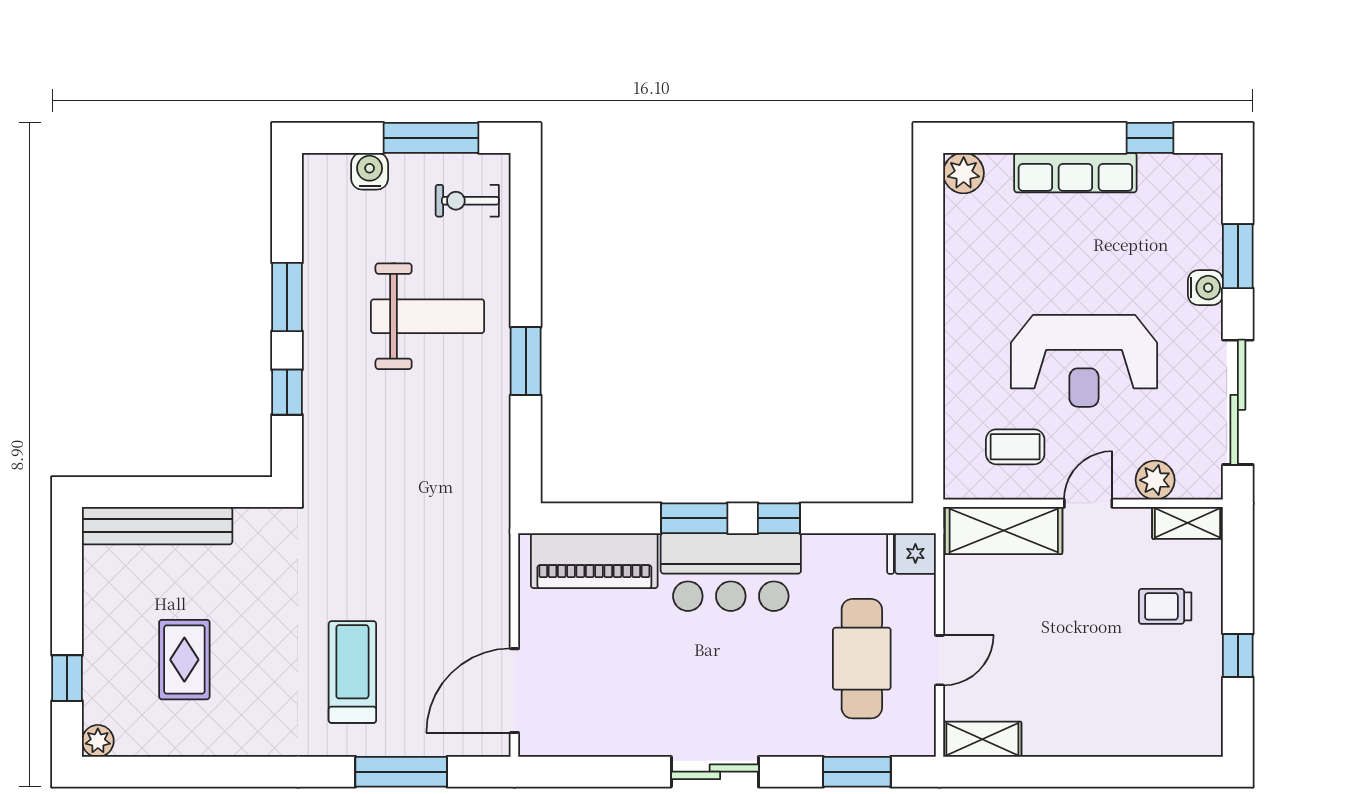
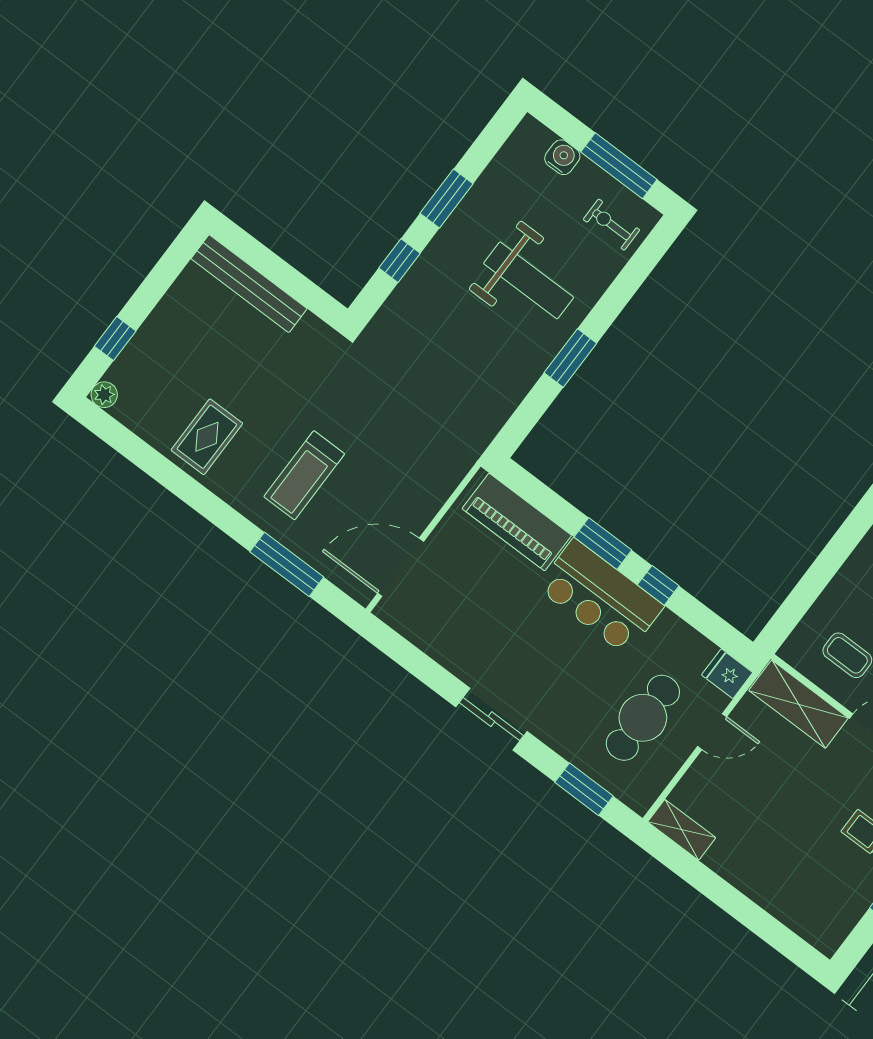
rug: (184, 660) -> (207, 437), moved
door: (939, 660) -> (712, 732), moved
treadmill: (352, 672) -> (304, 475), turned 180

